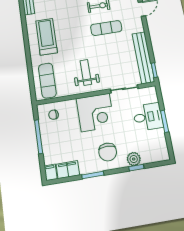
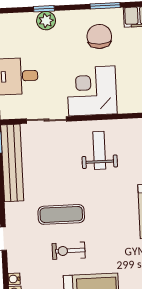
weight bench: (86, 72) -> (99, 150), turned 180
chair: (108, 152) -> (99, 36), moved

